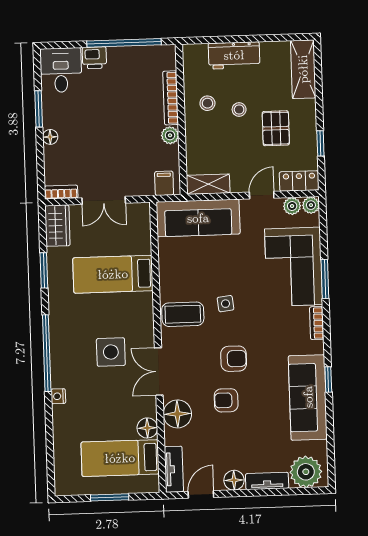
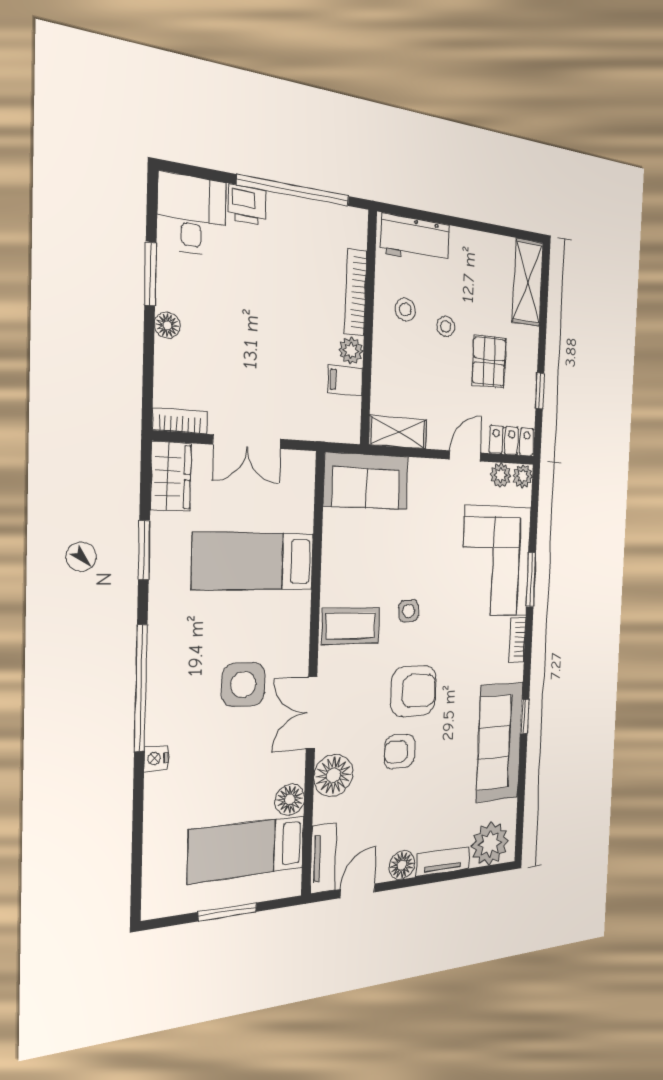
workbench: (234, 55) -> (416, 239), moved
filing cabinet: (164, 183) -> (345, 380), moved, turned -90
sofa: (198, 218) -> (366, 481), width x0.73
armchair: (234, 359) -> (413, 691), width x1.38, depth x1.38

